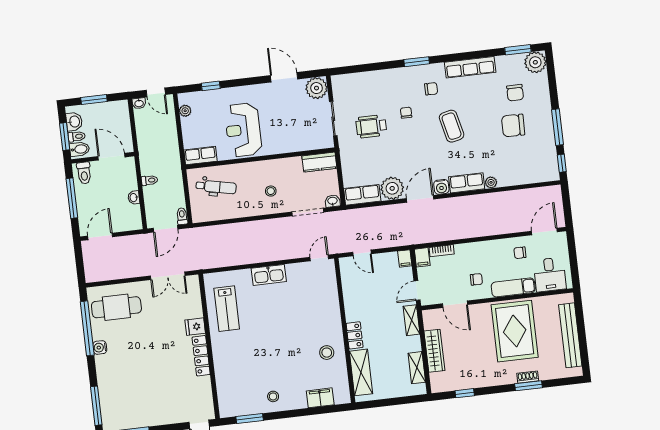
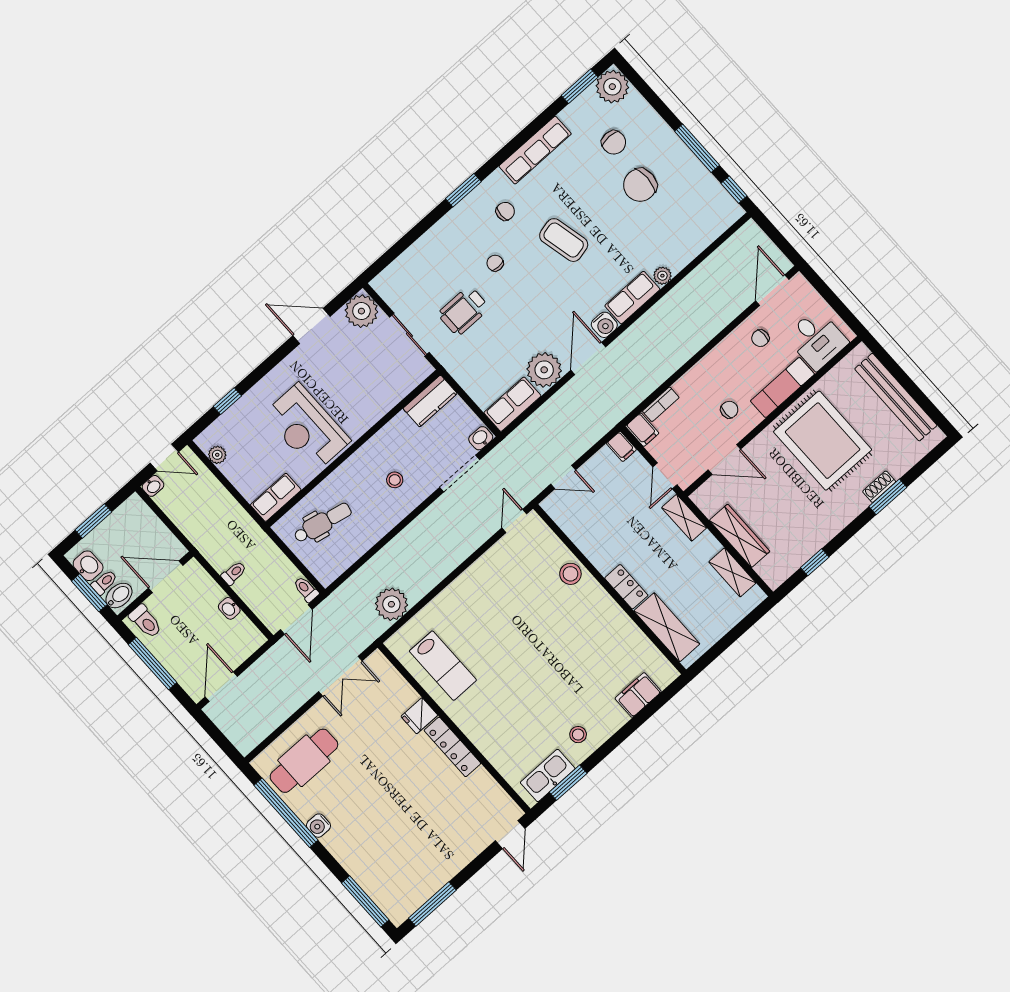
plant: (222, 256) -> (391, 604), added
kitchen sink: (269, 275) -> (548, 776), moved, turned 180
stool: (327, 353) -> (570, 574), moved

